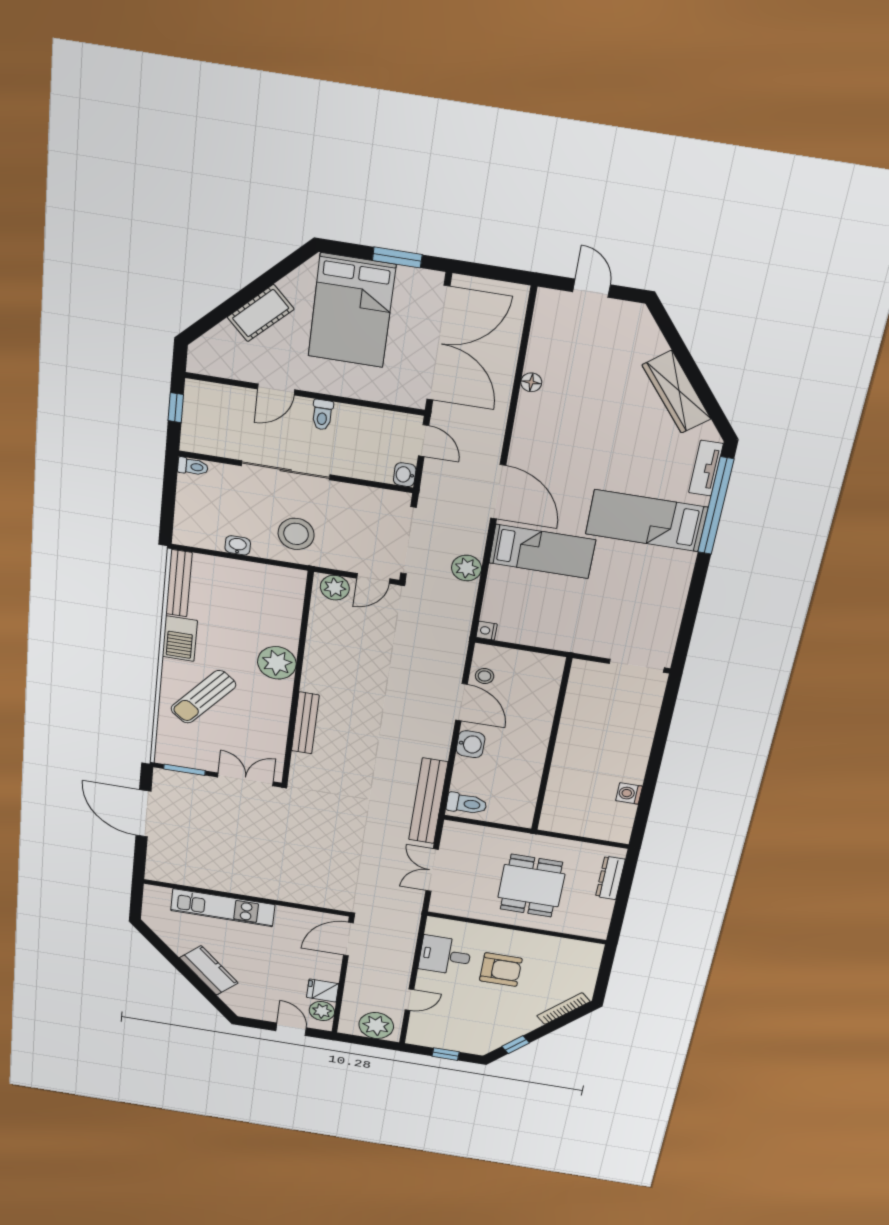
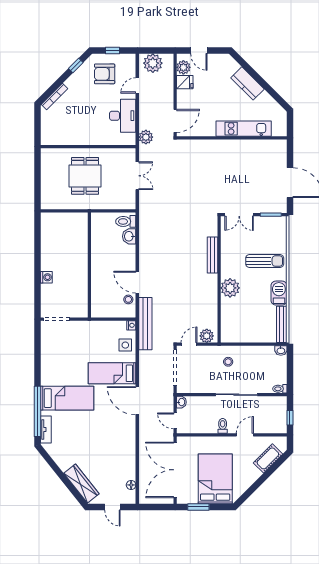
cot: (261, 313) -> (268, 458), moved
floor lamp: (531, 382) -> (131, 485), moved
wardrobe: (677, 392) -> (81, 484), moved
stool: (296, 534) -> (228, 362), width x0.53, depth x0.53
washbasin: (238, 545) -> (281, 351), moved
plant: (467, 568) -> (146, 137), moved
side table: (505, 598) -> (125, 345), added
sun lounger: (203, 697) -> (265, 261), turned 51
washbasin: (471, 744) -> (129, 236), moved
washing machine: (629, 793) -> (46, 277), moved
bench: (428, 801) -> (145, 324), moved
dresser: (610, 878) -> (46, 189), removed
desk: (445, 955) -> (123, 116), width x1.37
armchair: (501, 970) -> (105, 74), moved

